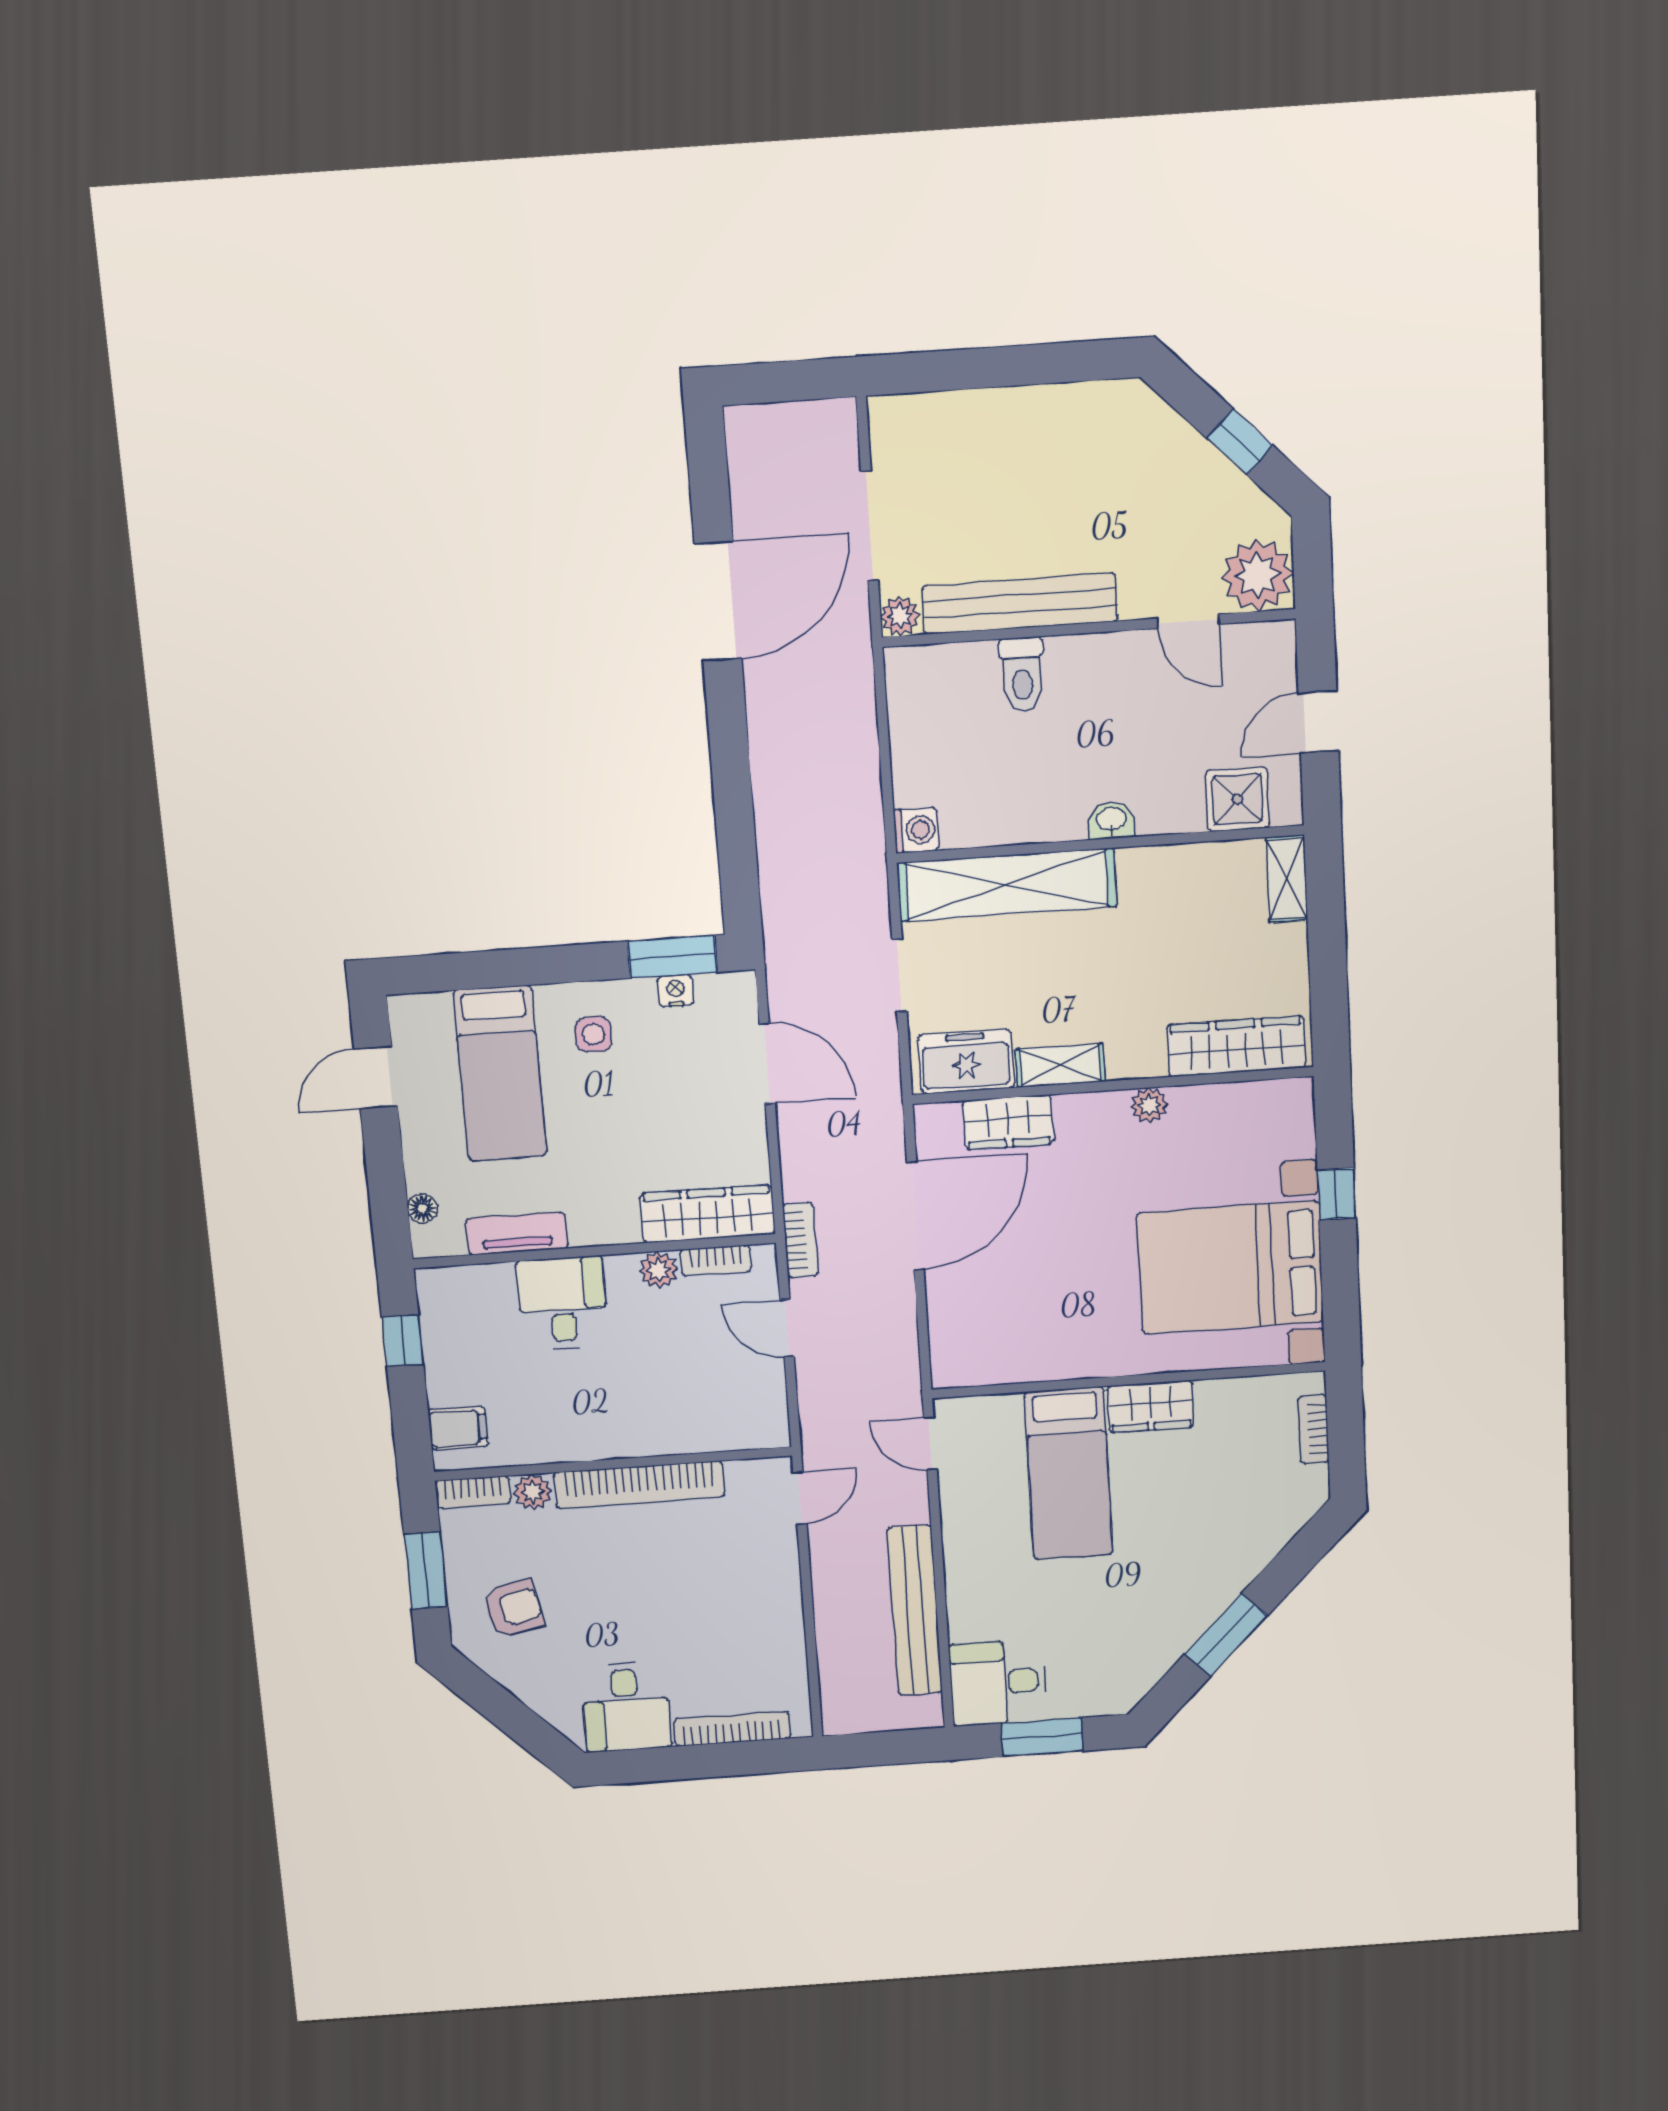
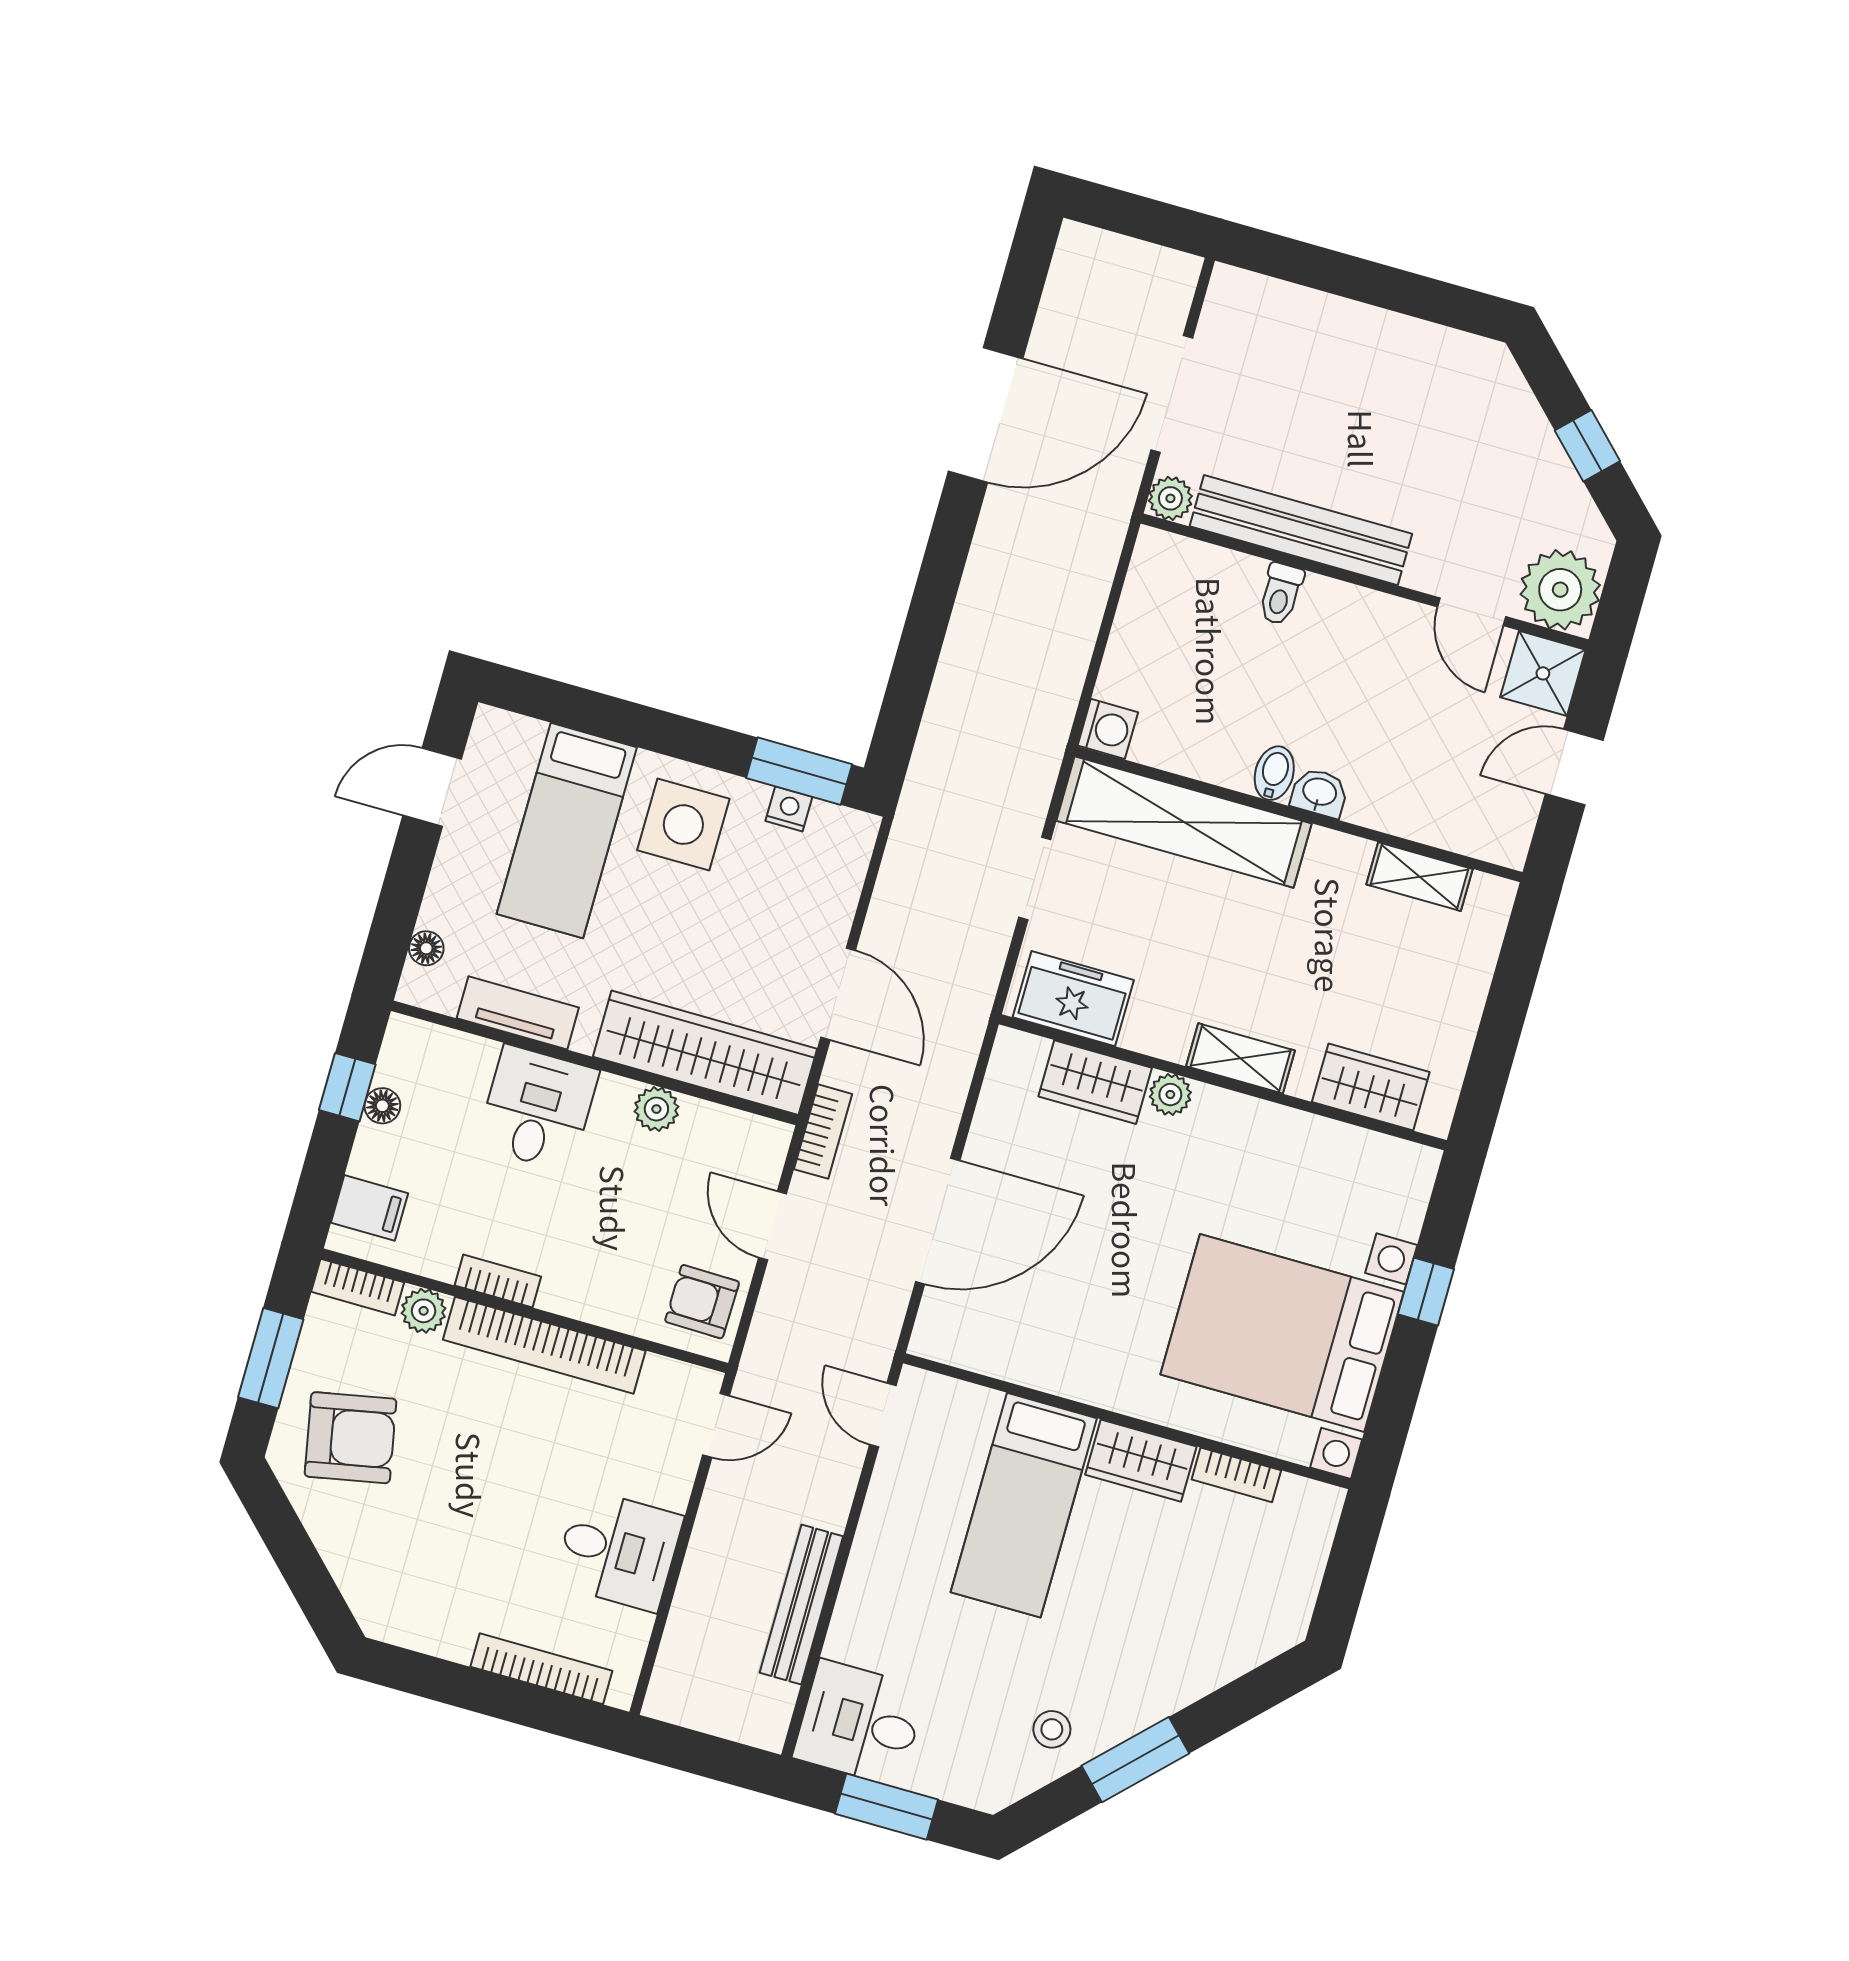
toilet: (1022, 674) -> (1281, 594), width x0.73, depth x0.72
shower: (1238, 799) -> (1543, 673), moved
bidet: (1068, 817) -> (1274, 773), added
shelving: (1287, 879) -> (1419, 877), moved, turned 90
side table: (594, 1034) -> (683, 825), width x1.87, depth x1.87
wardrobe: (1236, 1046) -> (1371, 1087), width x0.67
door: (767, 1064) -> (838, 994), moved
shelving: (1060, 1065) -> (1241, 1058), moved
plant: (1149, 1105) -> (1170, 1095), moved
wardrobe: (708, 1214) -> (705, 1053), width x1.40, depth x1.17
door: (915, 1216) -> (938, 1221), moved
bookcase: (716, 1261) -> (498, 1281), moved, turned 180
floor lamp: (437, 1345) -> (382, 1106), added
armchair: (753, 1407) -> (702, 1302), added
bookcase: (1314, 1429) -> (1236, 1475), moved, turned -90
armchair: (513, 1608) -> (351, 1438), width x1.38, depth x1.38
bench: (915, 1610) -> (801, 1605), width x0.73, depth x0.82
stool: (1152, 1635) -> (1052, 1729), added
desk: (626, 1707) -> (618, 1550), moved, turned -90

